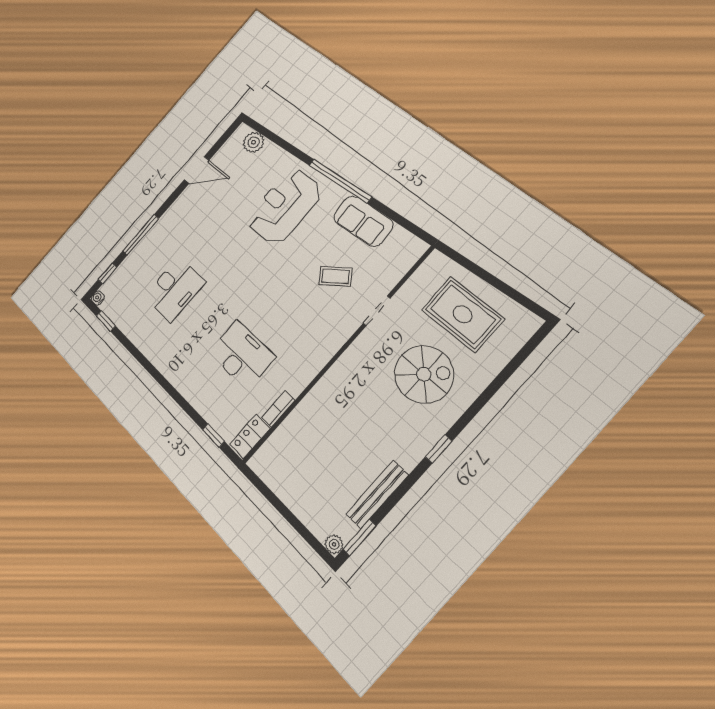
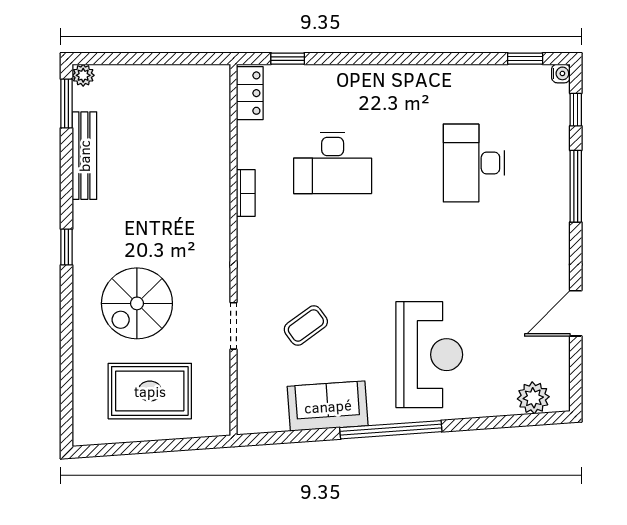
bookcase: (278, 409) -> (246, 193), moved

